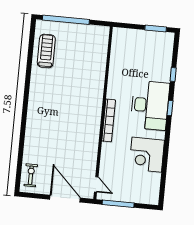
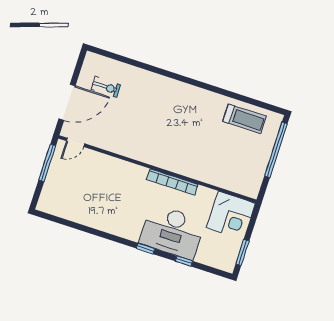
desk: (150, 105) -> (172, 232), moved
bookcase: (109, 120) -> (172, 182), moved
corner desk: (147, 155) -> (231, 215), moved, turned 180
exercise bike: (31, 175) -> (106, 87), moved

